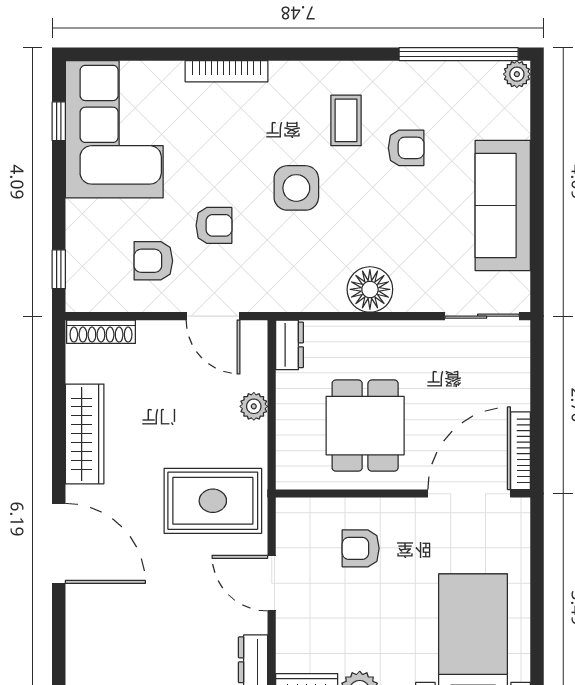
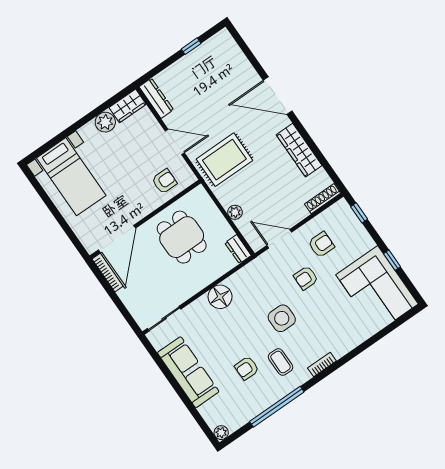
window: (459, 54) -> (277, 407), moved
bookcase: (227, 71) -> (322, 364), moved, width x0.64
window: (59, 121) -> (392, 260), moved
armchair: (361, 548) -> (164, 181), moved

